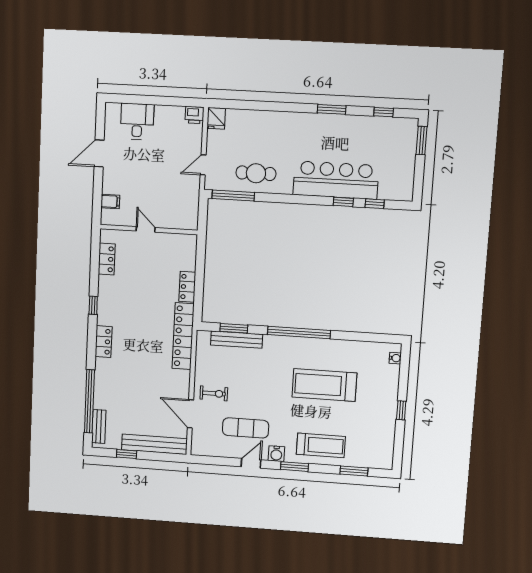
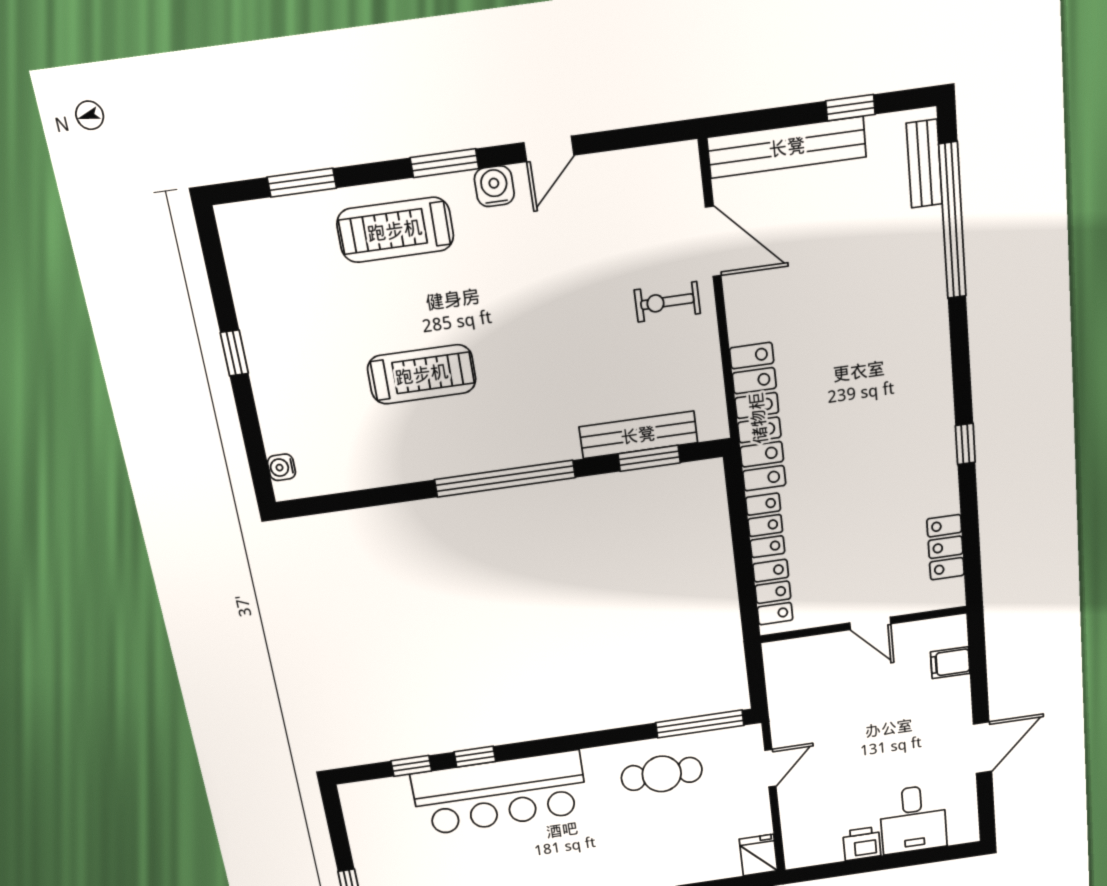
printer: (195, 115) -> (862, 844), moved
locker: (104, 342) -> (773, 592), moved, turned 180
treadmill: (324, 385) -> (422, 374), width x0.73, depth x0.73
exercise mat: (246, 428) -> (579, 235), removed

